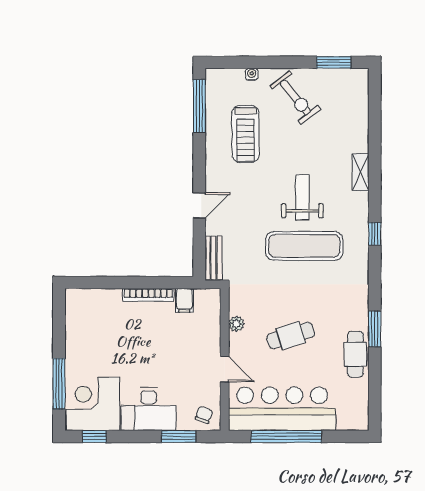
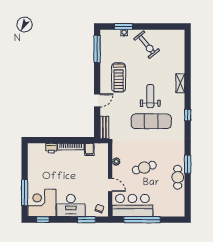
window: (334, 62) -> (124, 26), moved
treadmill: (246, 134) -> (119, 77), moved
printer: (111, 298) -> (51, 148), added
bar counter: (282, 409) -> (132, 205), width x0.73

